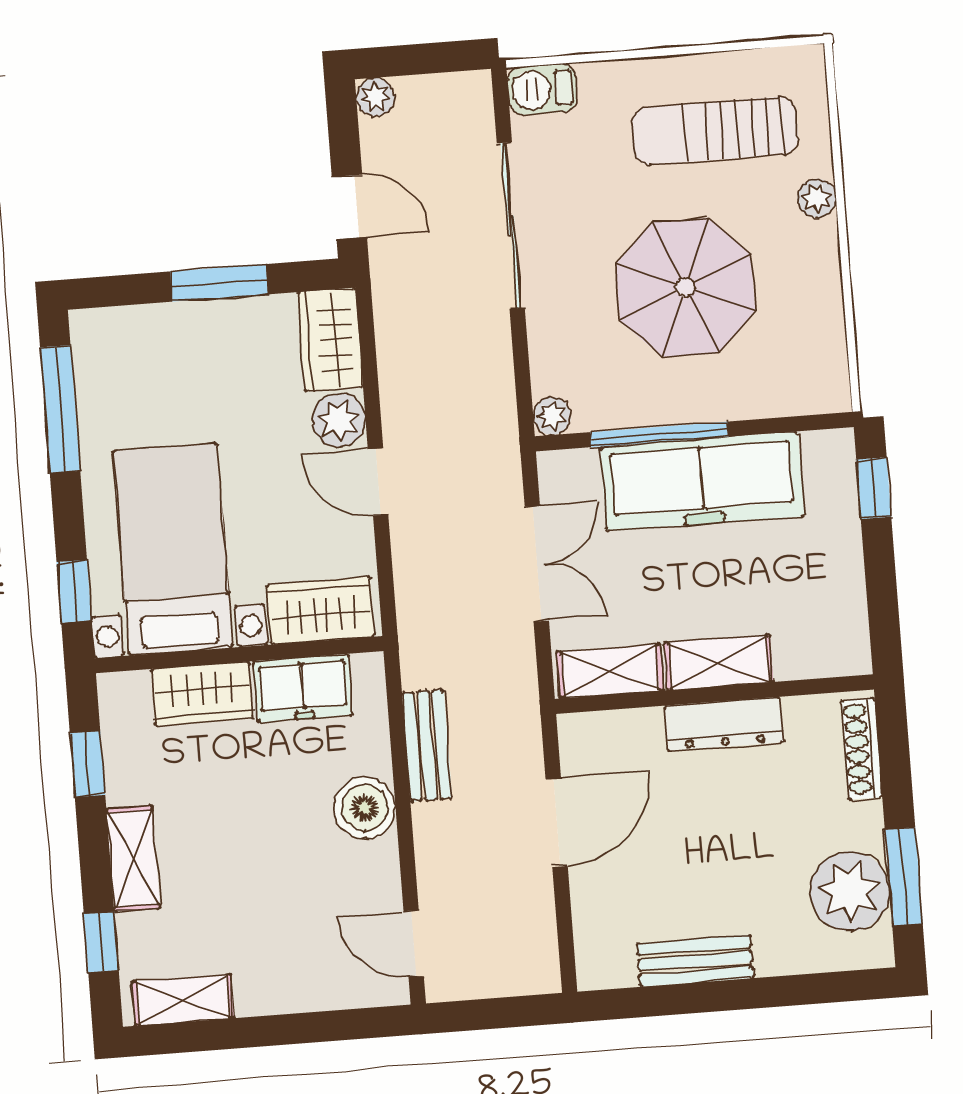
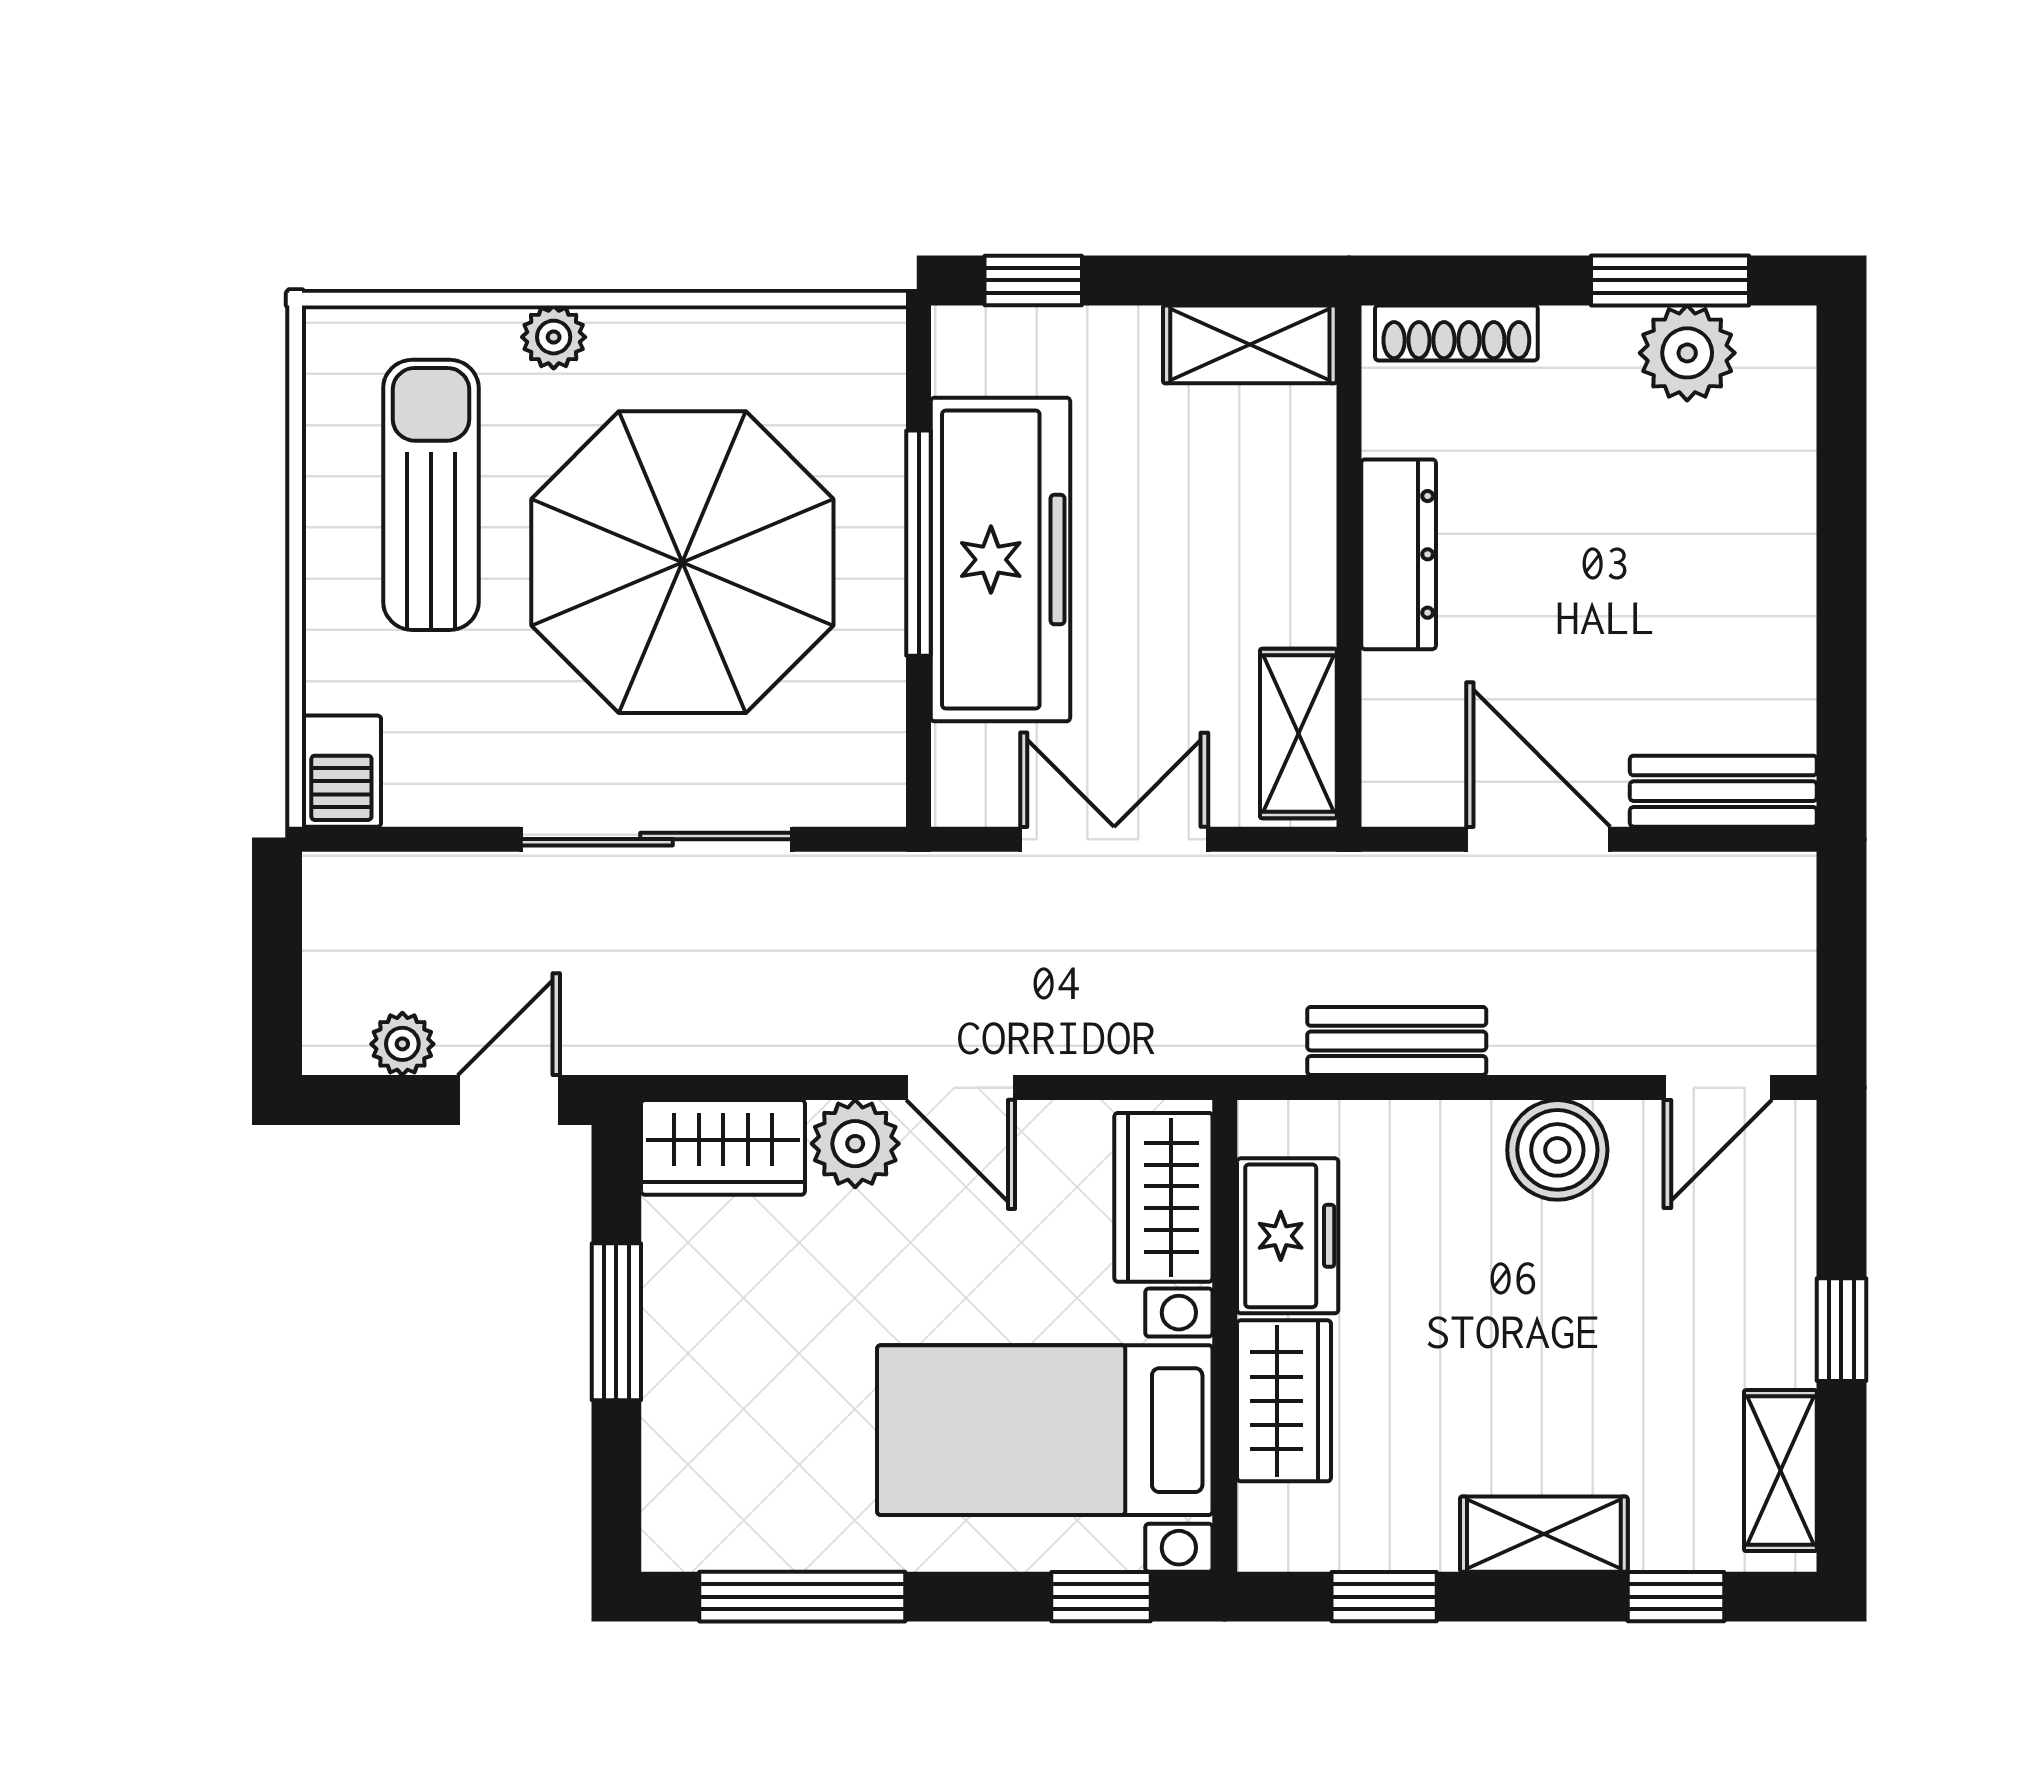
plant: (375, 97) -> (402, 1044), moved
sun lounger: (715, 131) -> (431, 495), turned 180
sliding door: (511, 226) -> (656, 839), moved
parasol: (685, 287) -> (682, 562), width x1.36, depth x1.36
plant: (552, 416) -> (875, 796), removed
window: (659, 434) -> (919, 543), moved
door: (378, 482) -> (961, 1088), hinge flipped
shelving: (719, 662) -> (1250, 344), moved, turned 90
boiler: (365, 808) -> (1557, 1150), moved
plant: (850, 891) -> (1687, 353), width x0.73, depth x0.73
bench: (695, 961) -> (1723, 791), moved, turned 90
window: (272, 1030) -> (1841, 1330), added

